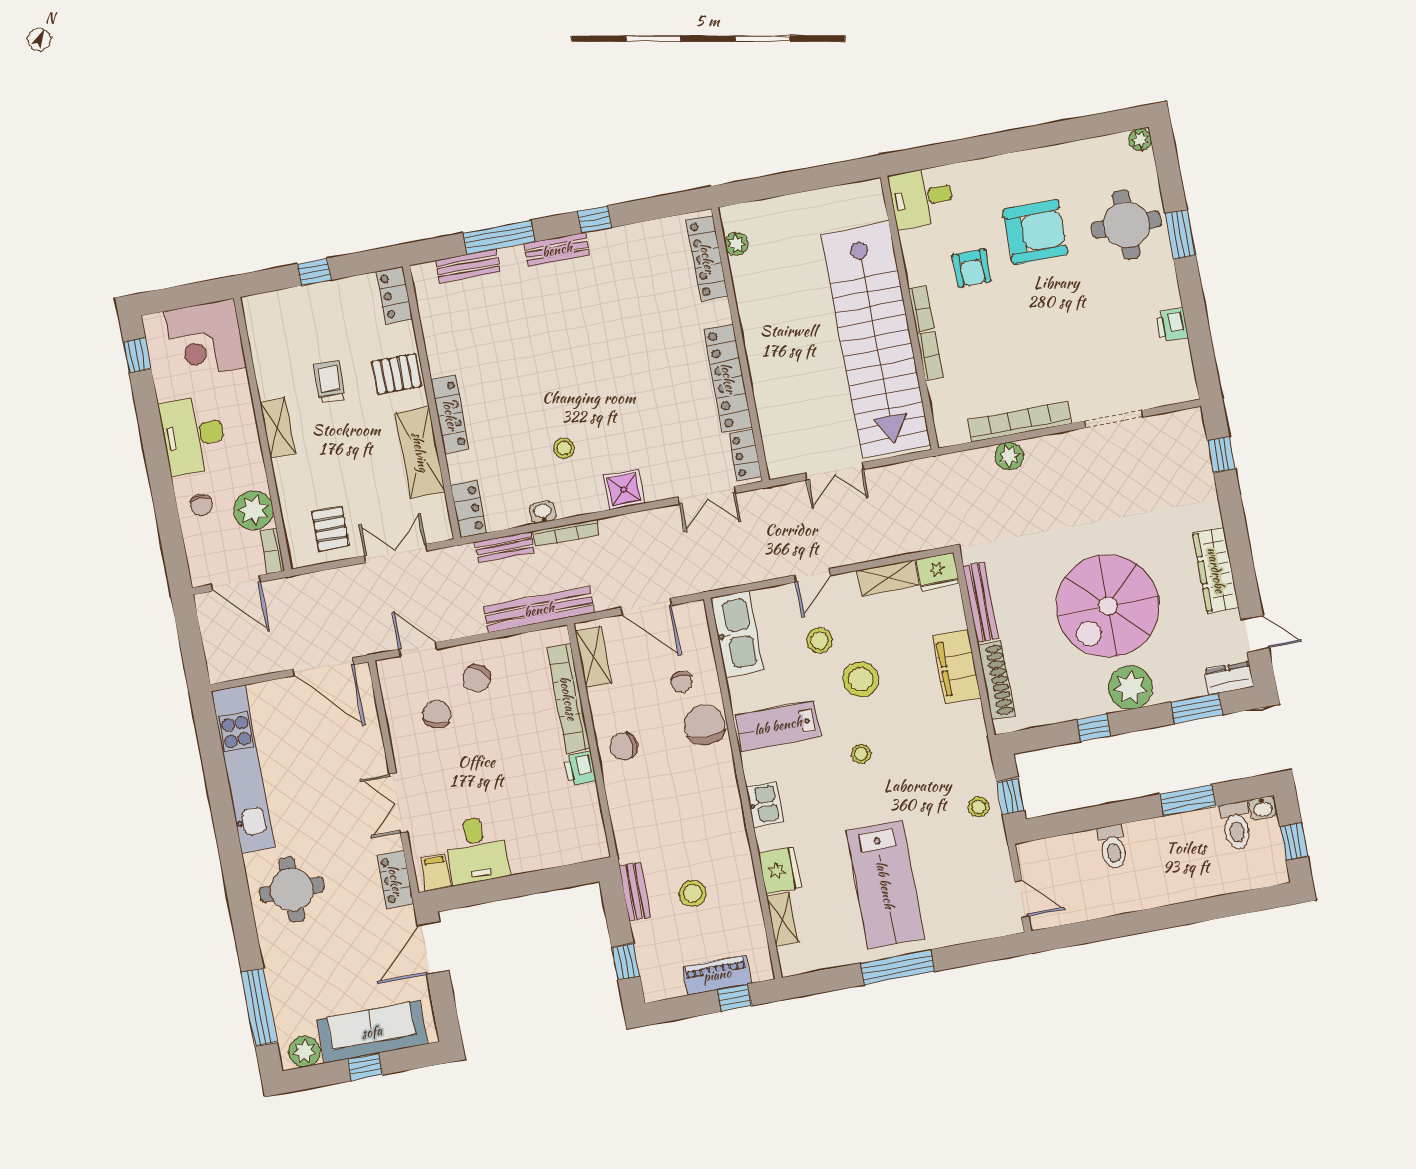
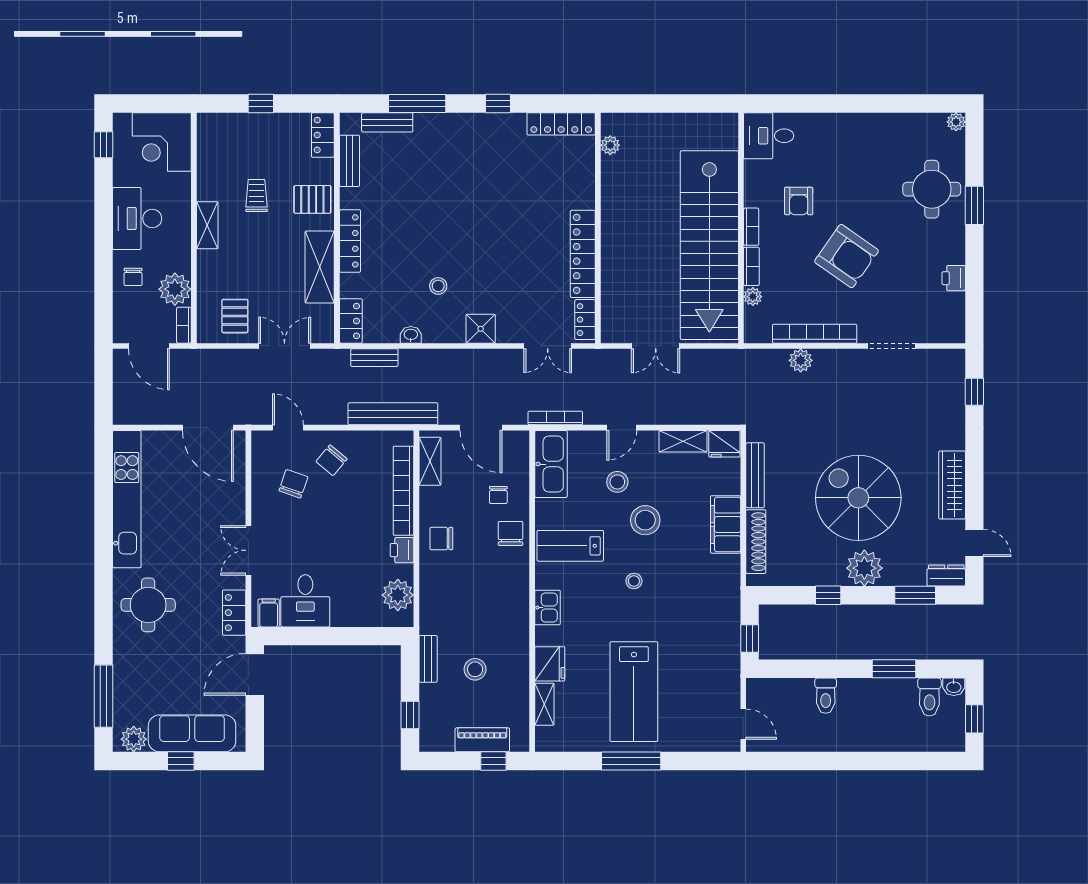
armchair: (1035, 232) -> (847, 256), moved, turned 35
bench: (557, 250) -> (349, 161), moved, turned 90
locker: (707, 258) -> (561, 124), moved, turned -90
plant: (938, 391) -> (753, 297), added
bookcase: (566, 533) -> (555, 418), moved, turned 180
spiral stairs: (1108, 606) -> (858, 498), turned 90
chair: (705, 725) -> (511, 533), width x0.73, depth x0.73
stool: (979, 807) -> (722, 642), removed
plant: (585, 823) -> (398, 595), added

